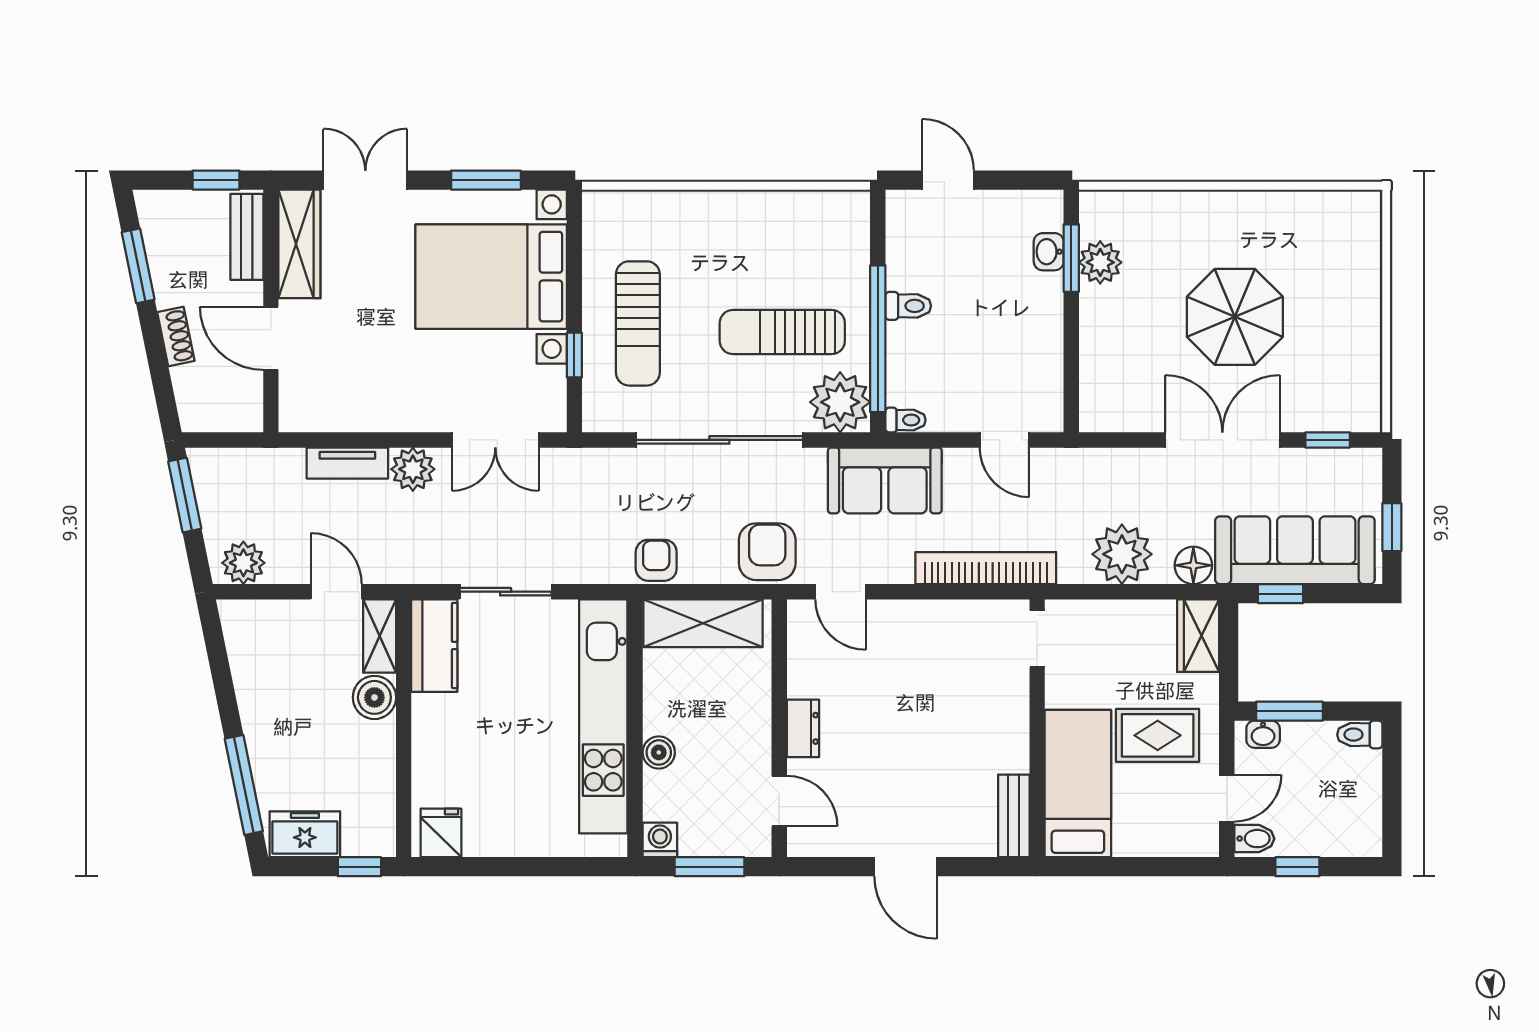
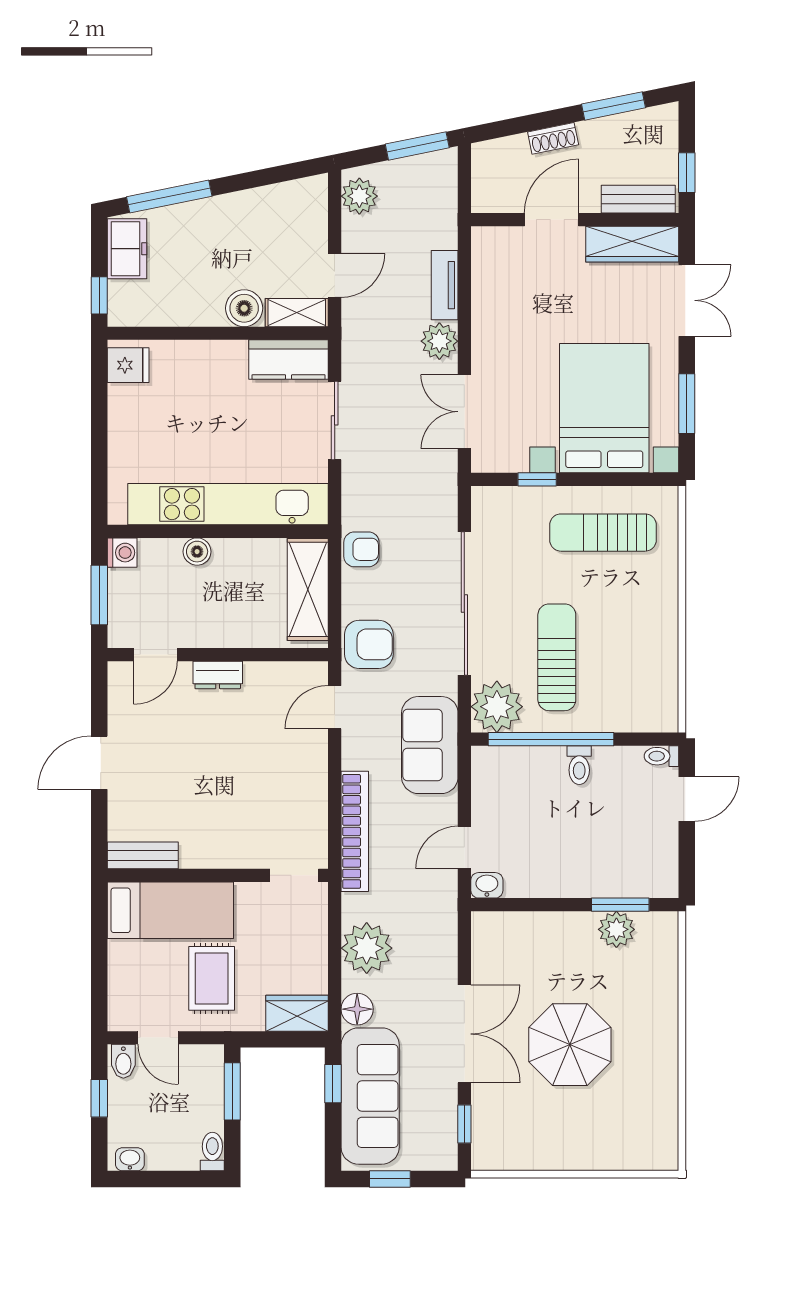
washbasin: (1049, 252) -> (487, 885), moved
sun lounger: (638, 323) -> (603, 533), moved
toilet: (906, 420) -> (662, 756), moved, turned 90
washbasin: (1263, 734) -> (130, 1159), moved, turned 90

